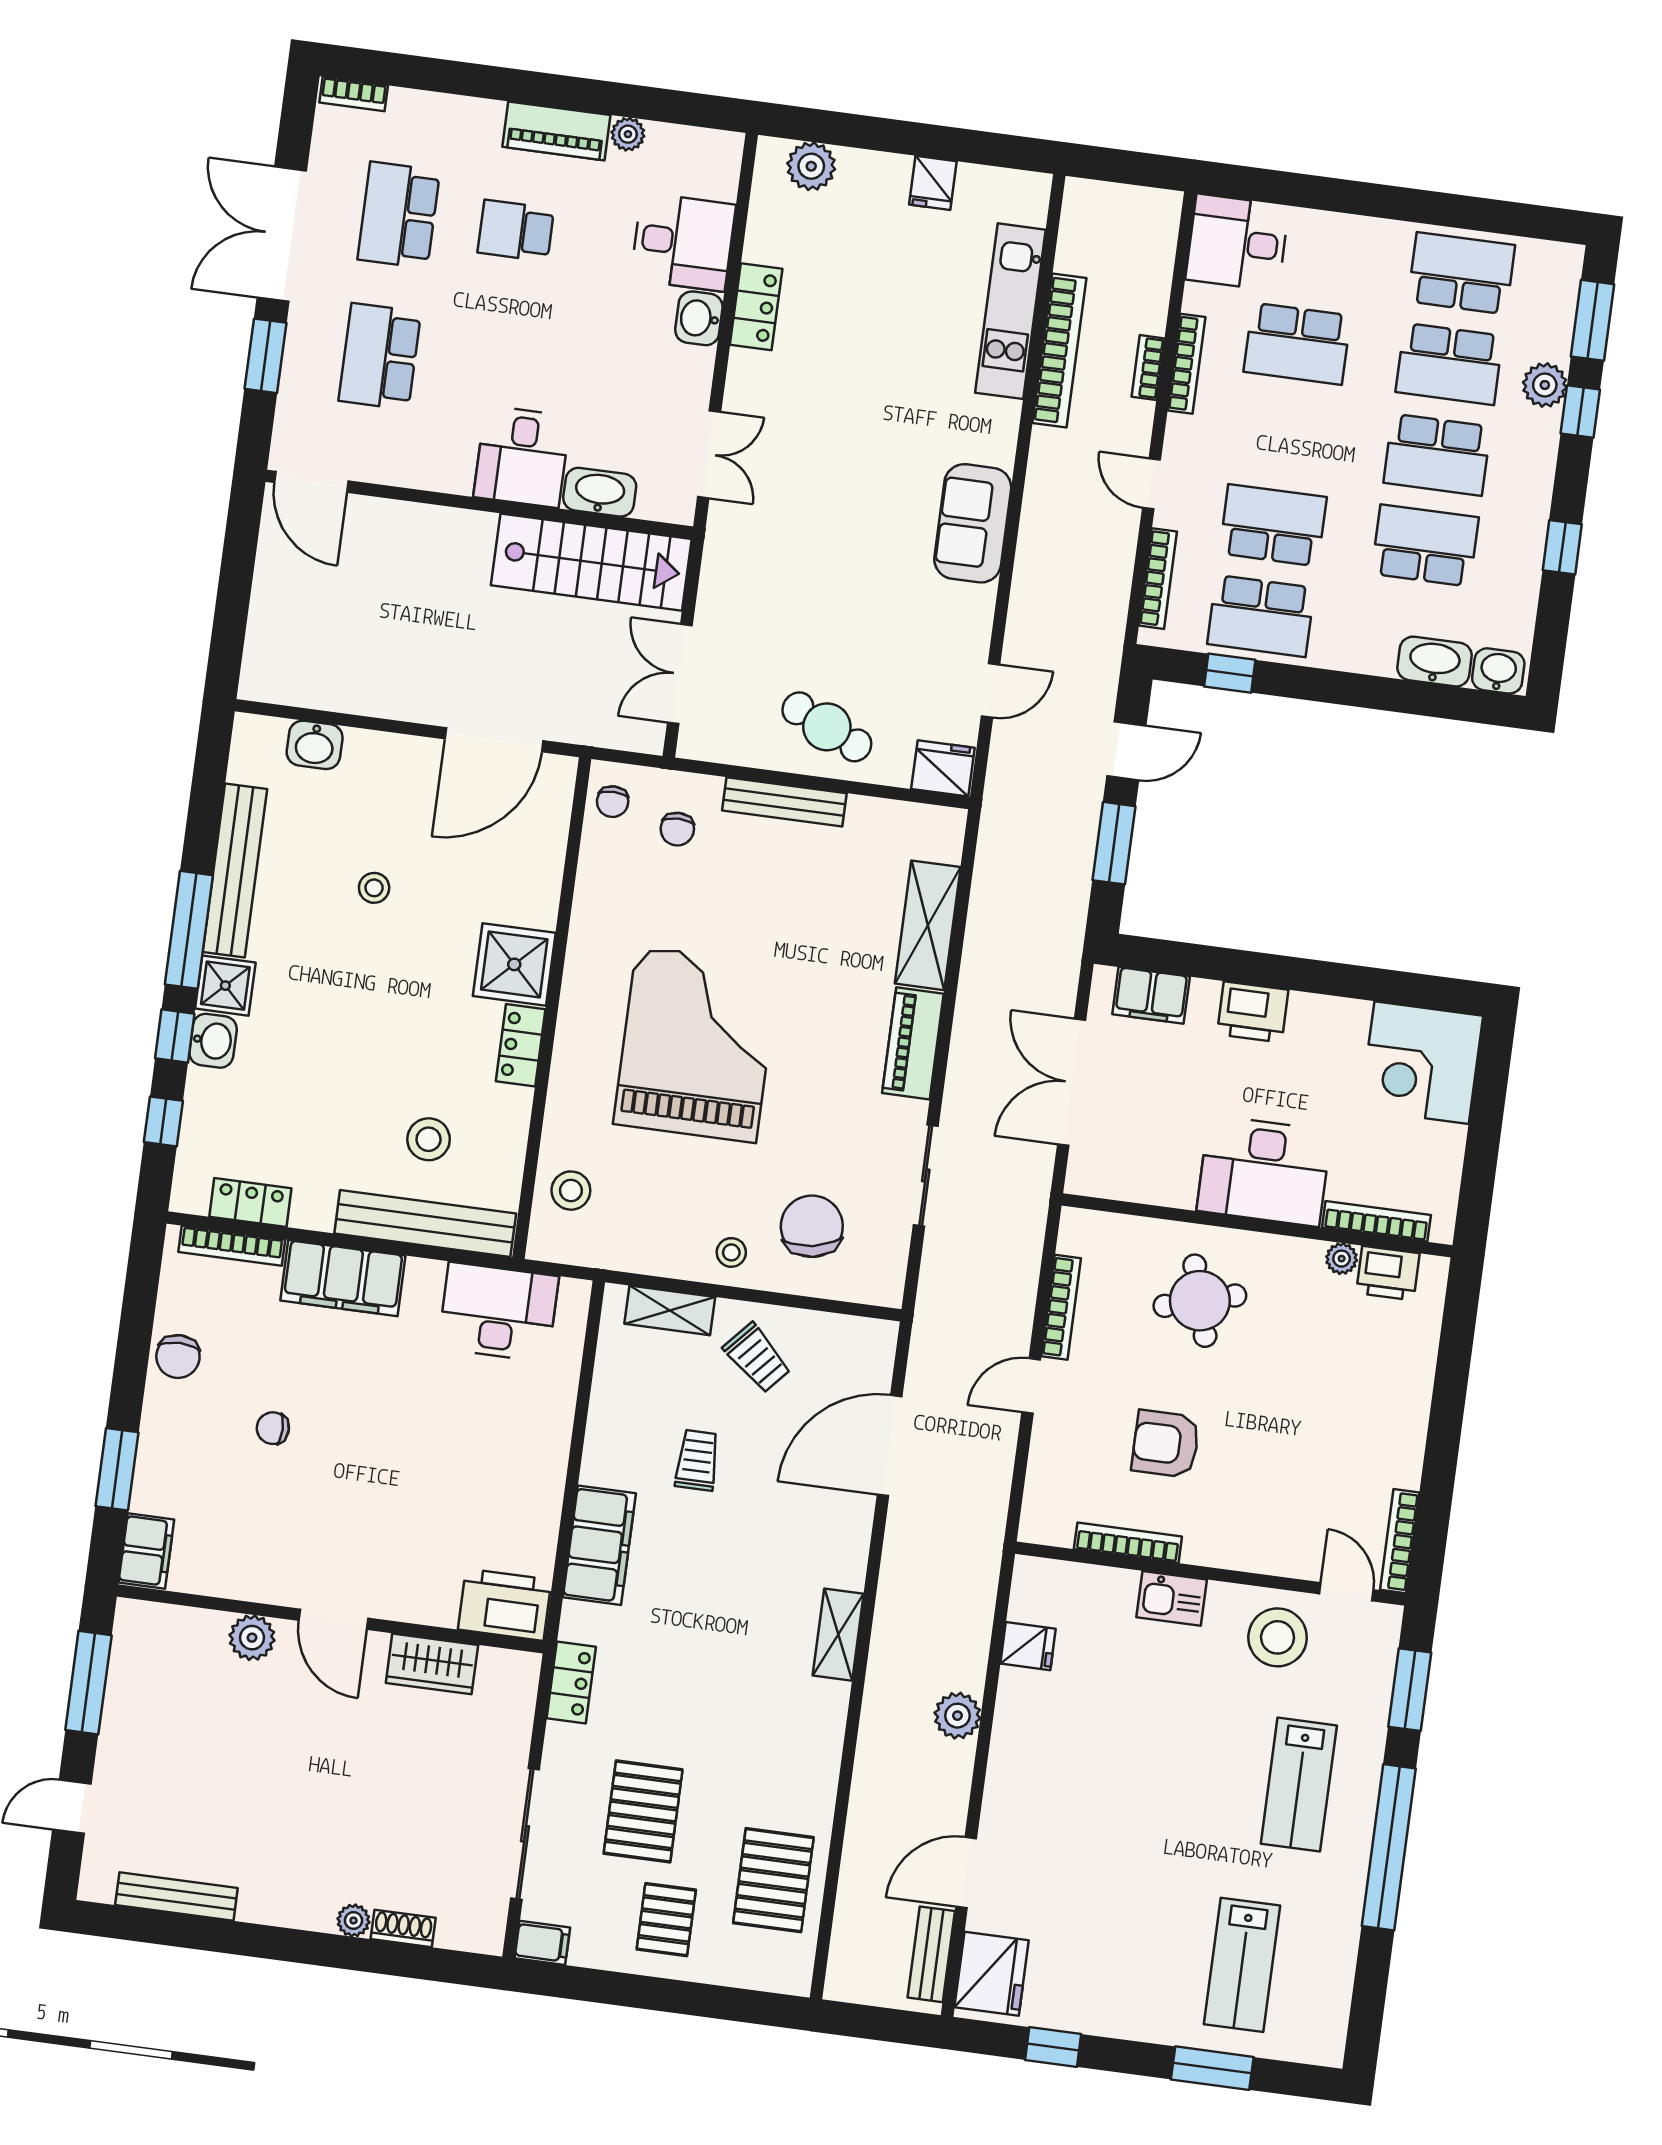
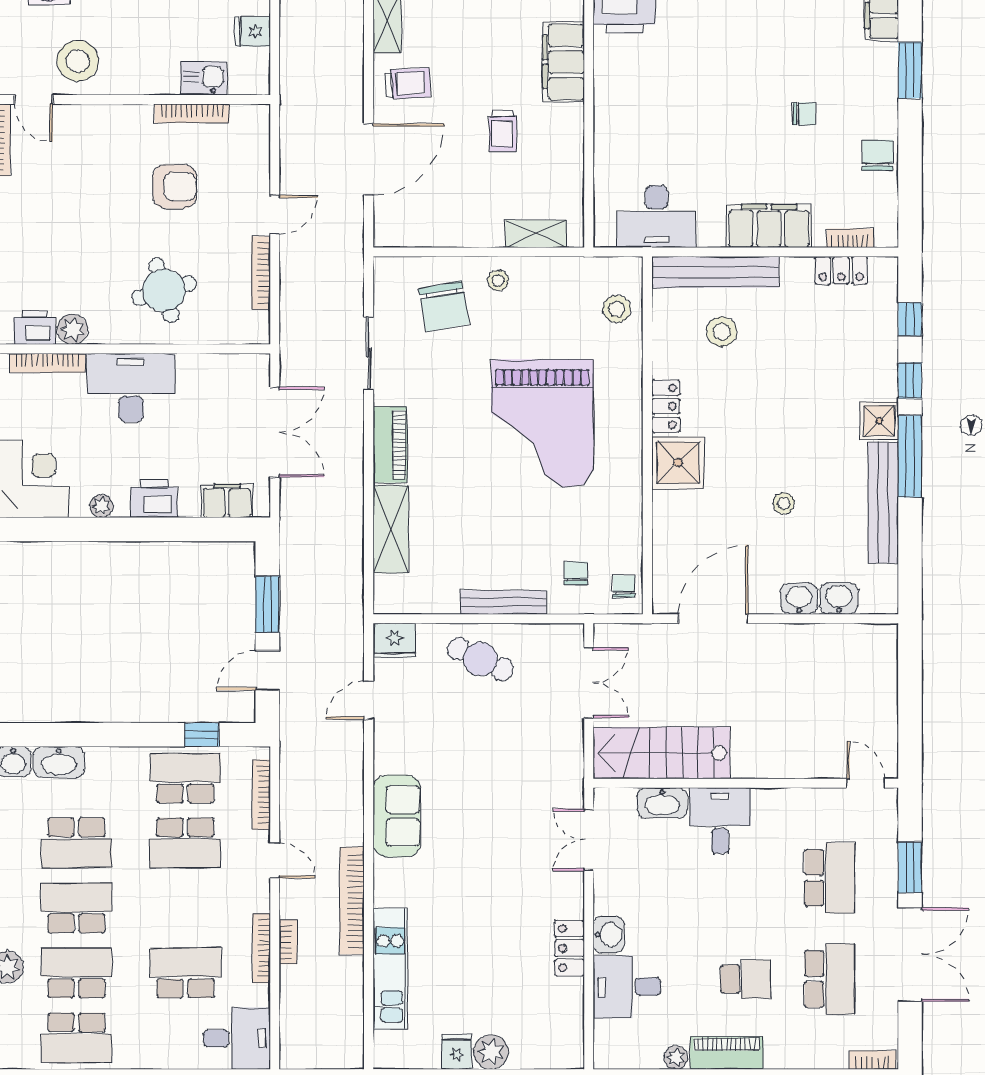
plant: (811, 166) -> (491, 1052), moved
bookcase: (1059, 350) -> (352, 901), moved
door: (311, 482) -> (866, 783), width x0.73
plant: (1328, 1011) -> (101, 506), added
washbasin: (213, 1041) -> (799, 599), moved, turned 90
bookcase: (232, 1246) -> (850, 238), width x0.64
plant: (1342, 1259) -> (72, 329), width x1.38, depth x1.38
trolley: (757, 1358) -> (408, 84), moved, turned 135
kitchen sink: (1172, 1598) -> (204, 78), moved

